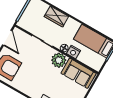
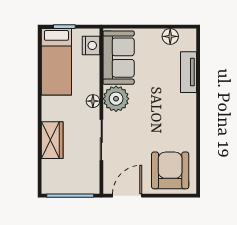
nightstand: (73, 52) -> (91, 45), moved

